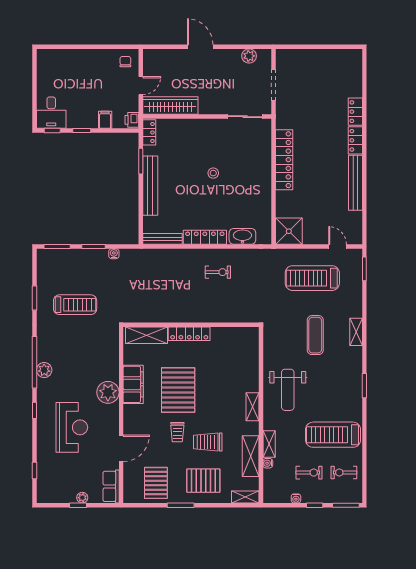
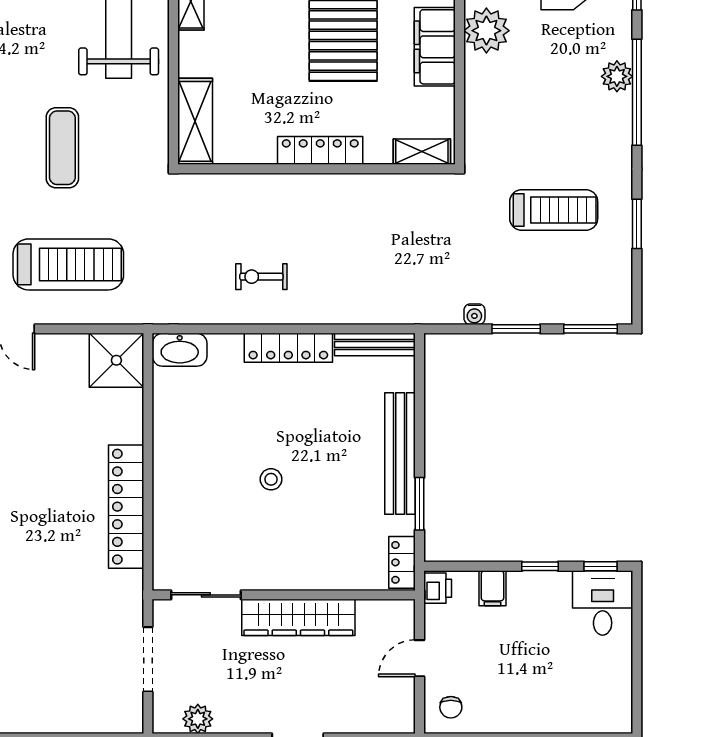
wardrobe: (170, 106) -> (298, 617), moved
washbasin: (242, 236) -> (180, 350), moved
treadmill: (75, 305) -> (554, 210), turned 180
shelving: (147, 335) -> (422, 152), width x0.67, depth x0.75
shelving: (250, 348) -> (195, 121), added

